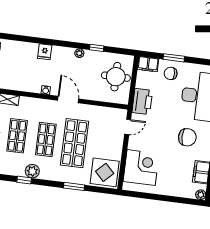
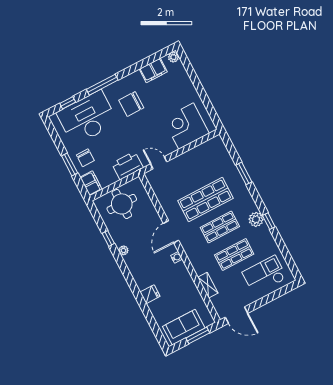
fridge: (45, 52) -> (150, 294), moved
chair: (187, 137) -> (131, 104), turned -90
display table: (105, 172) -> (213, 155), removed

